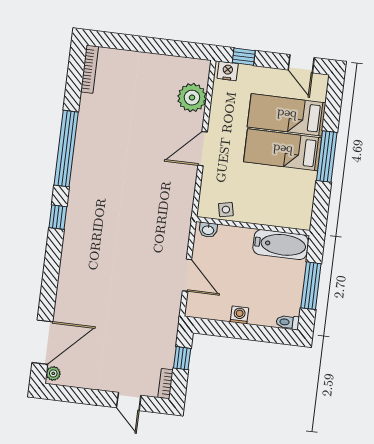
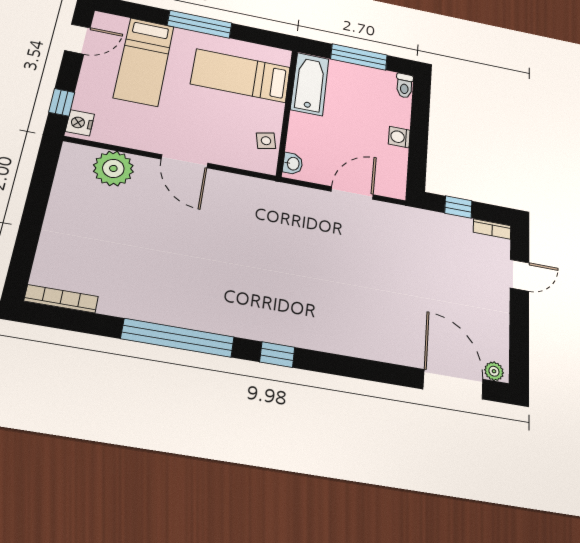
bed: (283, 150) -> (241, 76), moved, turned 90

